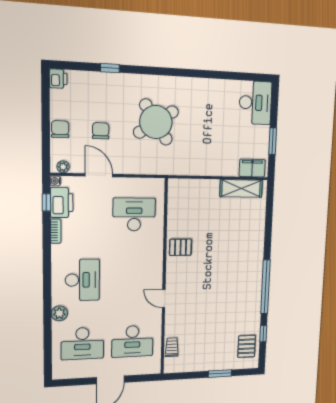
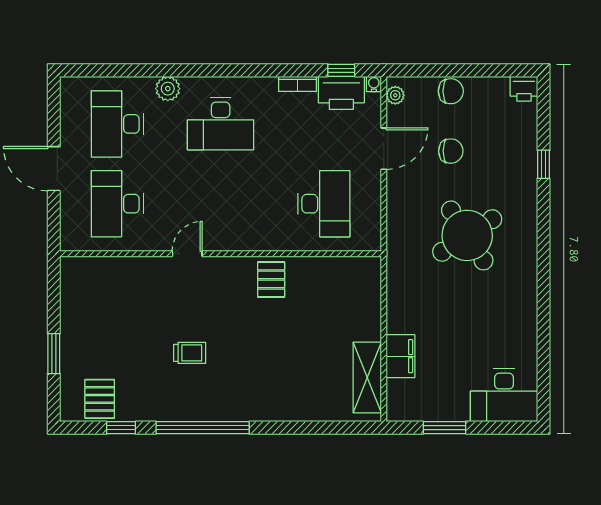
filing cabinet: (252, 168) -> (401, 356), moved
pallet: (247, 346) -> (100, 399), turned 90
trolley: (172, 347) -> (190, 353), moved

